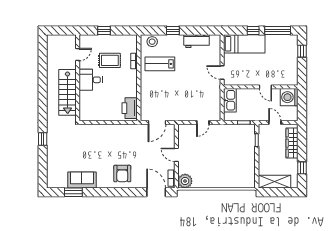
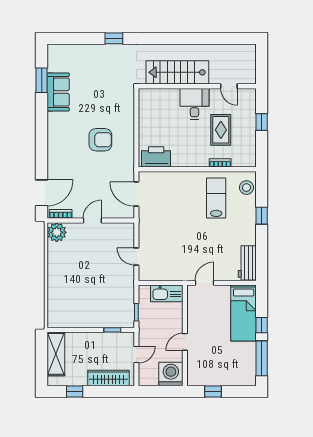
workbench: (196, 41) -> (247, 263), moved
window: (302, 51) -> (213, 392), moved
armchair: (122, 174) -> (100, 140), moved, turned 180

